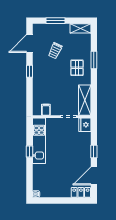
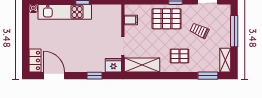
window: (55, 21) -> (234, 31), width x1.44
window: (94, 60) -> (208, 76), moved
pallet: (45, 79) -> (167, 19), added
kitchen unit: (39, 141) -> (65, 12), moved
window: (94, 151) -> (95, 76), moved

